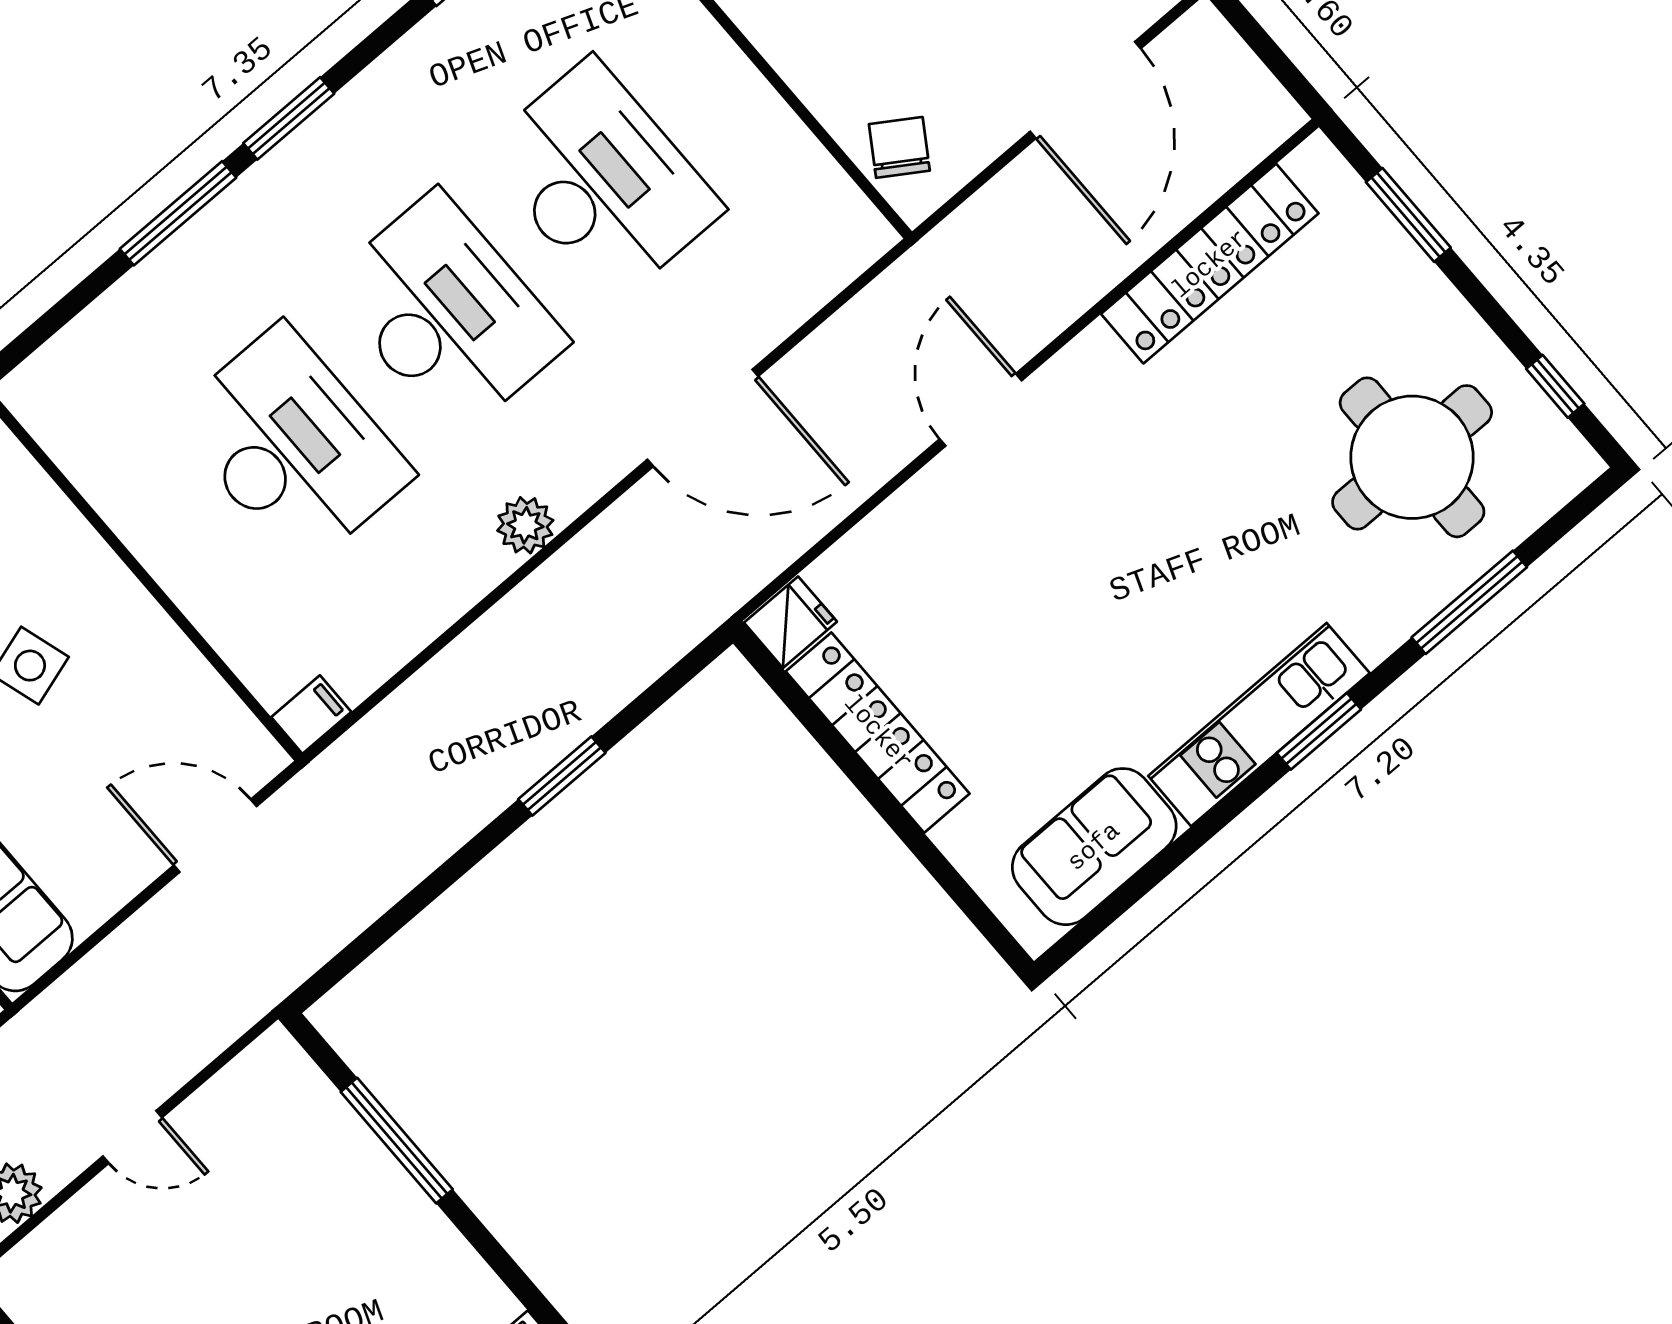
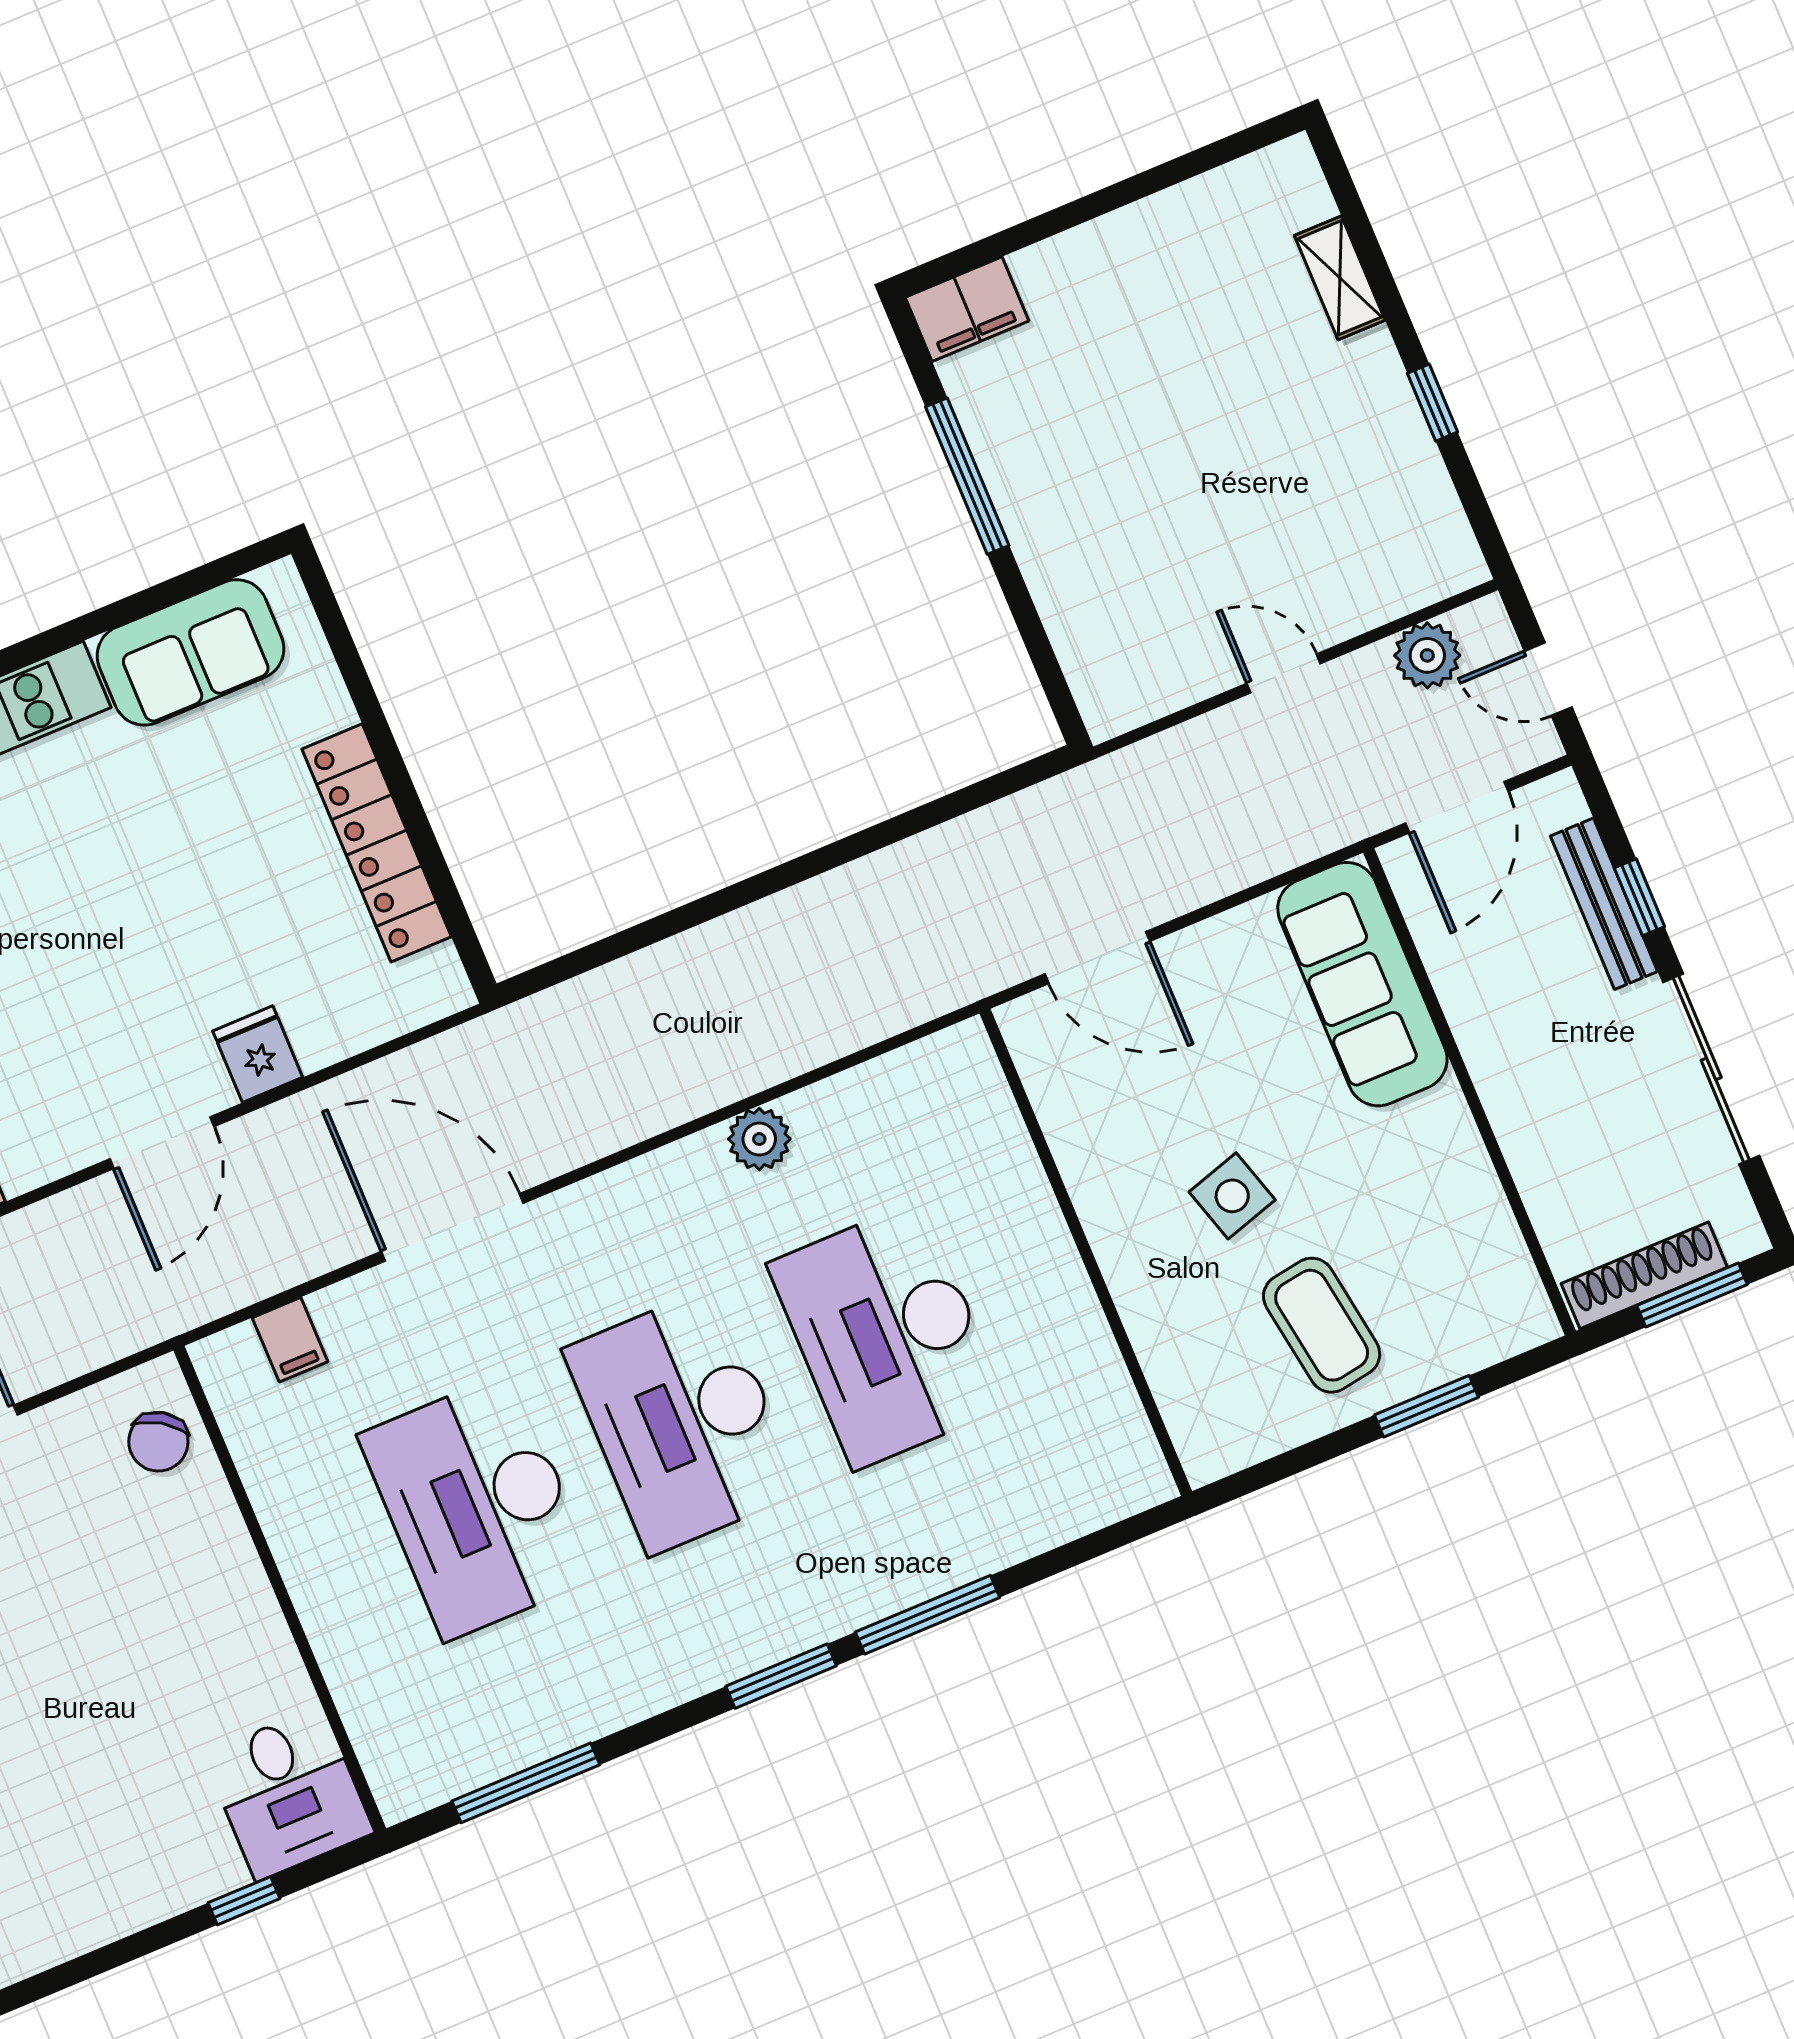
plant: (525, 525) -> (759, 1139), moved
fridge: (790, 622) -> (258, 1054), moved, turned 90
filing cabinet: (311, 714) -> (290, 1340), moved, turned -90
window: (562, 776) -> (718, 904), removed
window: (397, 1141) -> (967, 476), moved

